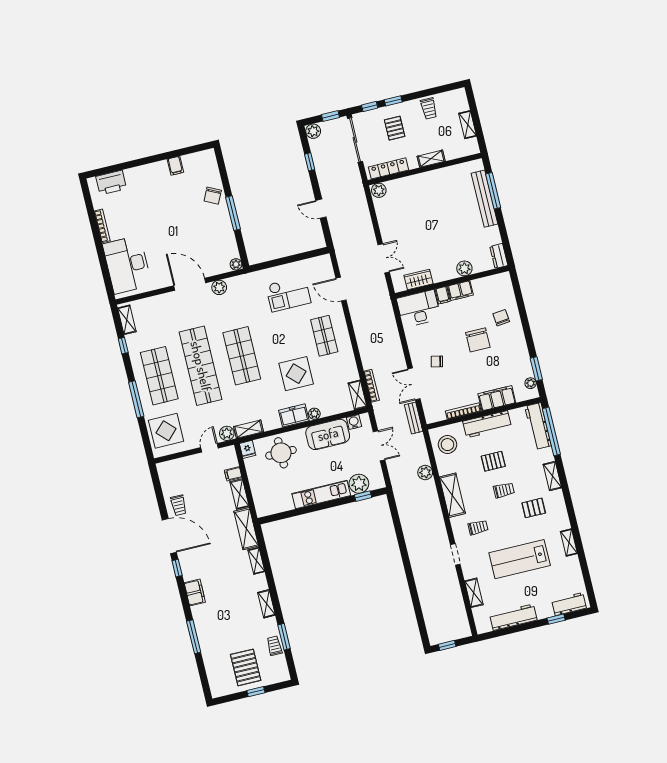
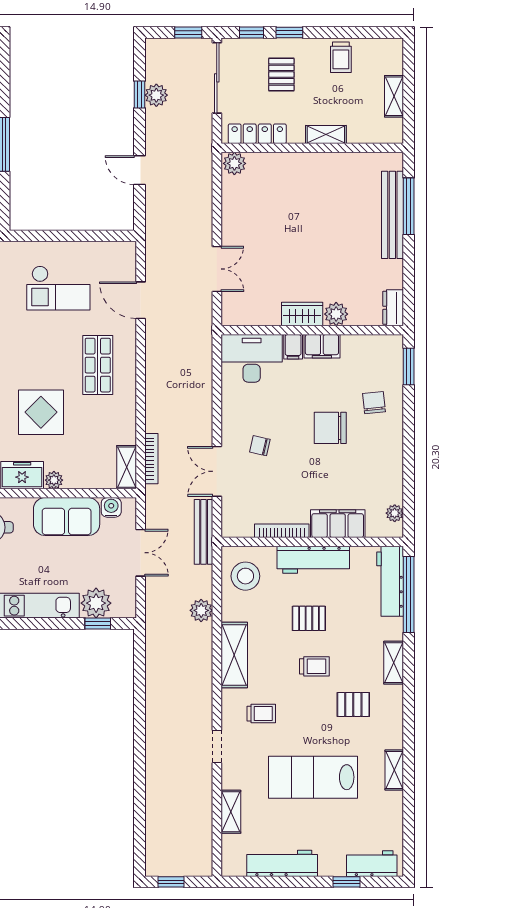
plant: (313, 131) -> (156, 95), moved
wardrobe: (418, 279) -> (302, 314), moved
chair: (478, 340) -> (330, 428), turned 90
window: (536, 369) -> (409, 367), moved
bench: (414, 418) -> (204, 532), width x1.36

